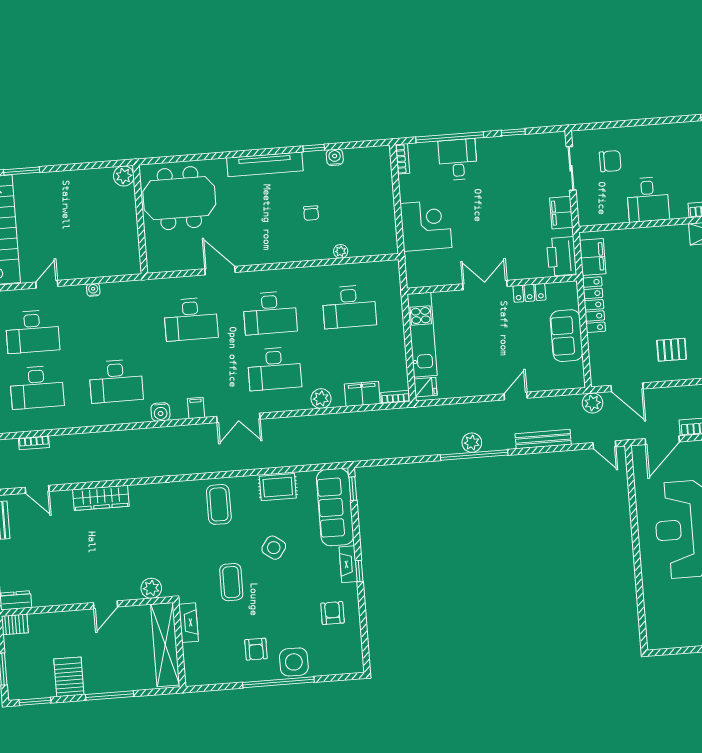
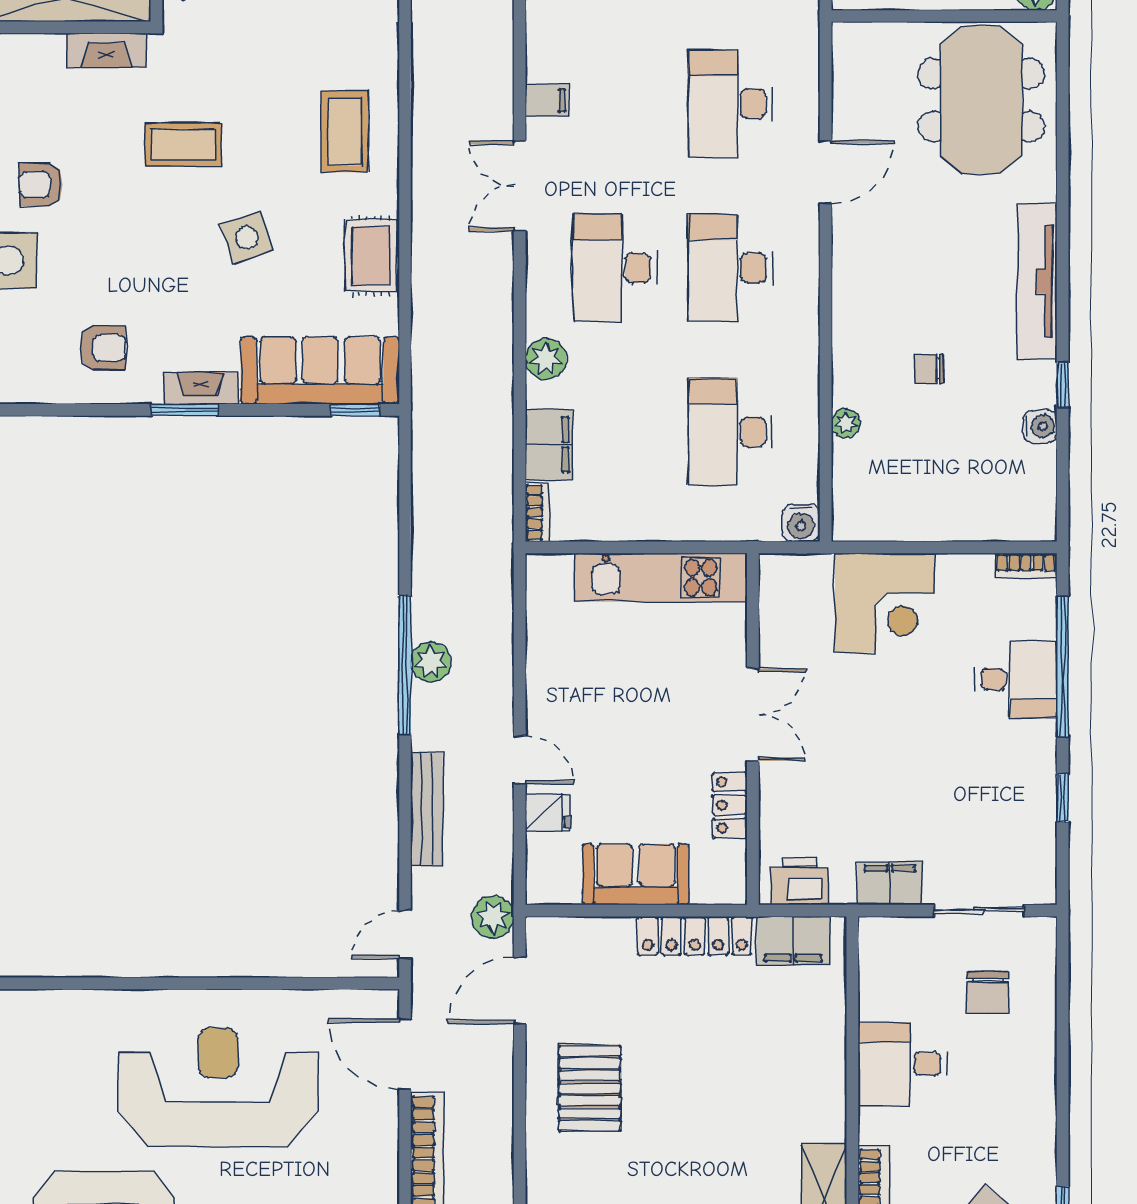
printer: (562, 256) -> (800, 881), width x0.73, depth x0.84
pallet: (672, 350) -> (590, 1088), width x1.50, depth x1.42
fridge: (425, 387) -> (548, 812), moved, turned -90
water cooler: (160, 412) -> (801, 523), moved, turned -90
coffee table: (219, 504) -> (345, 131), turned 90
side table: (274, 548) -> (247, 238), turned 35
window: (359, 571) -> (185, 410), width x1.50

